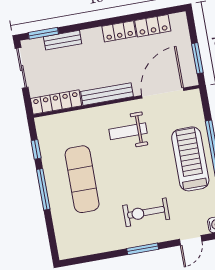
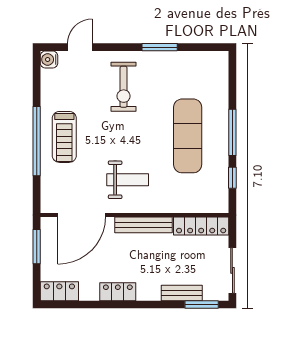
locker: (153, 26) -> (59, 291), moved
treadmill: (190, 159) -> (64, 137), width x0.73, depth x0.73
exercise bike: (146, 212) -> (124, 87), turned 90
window: (143, 249) -> (160, 47), moved

